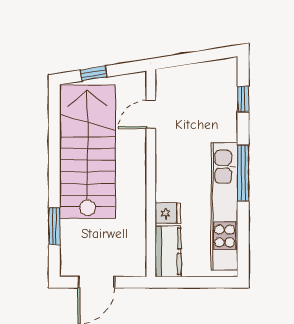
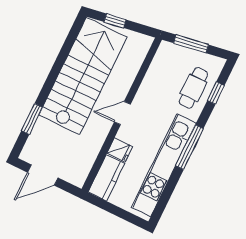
window: (190, 58) -> (191, 44), added
cafe table: (216, 106) -> (193, 88), added
door: (151, 114) -> (122, 113), moved

